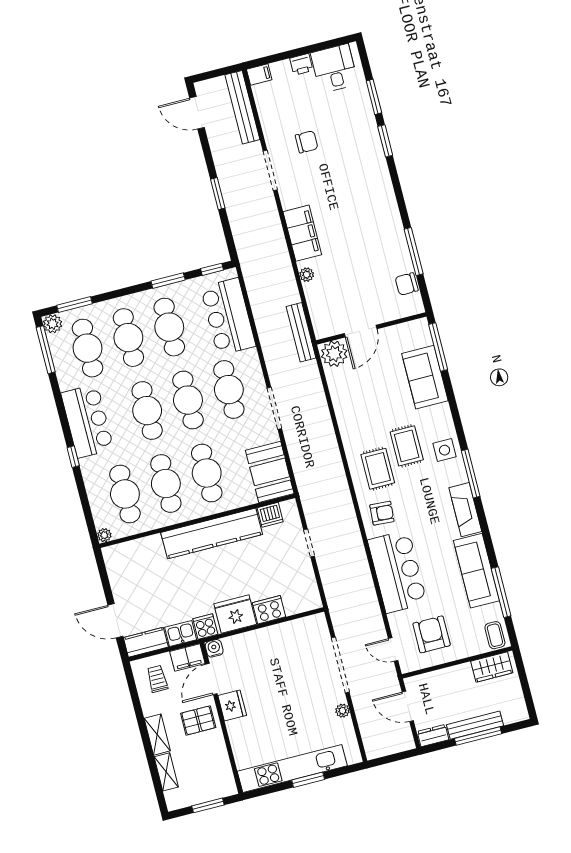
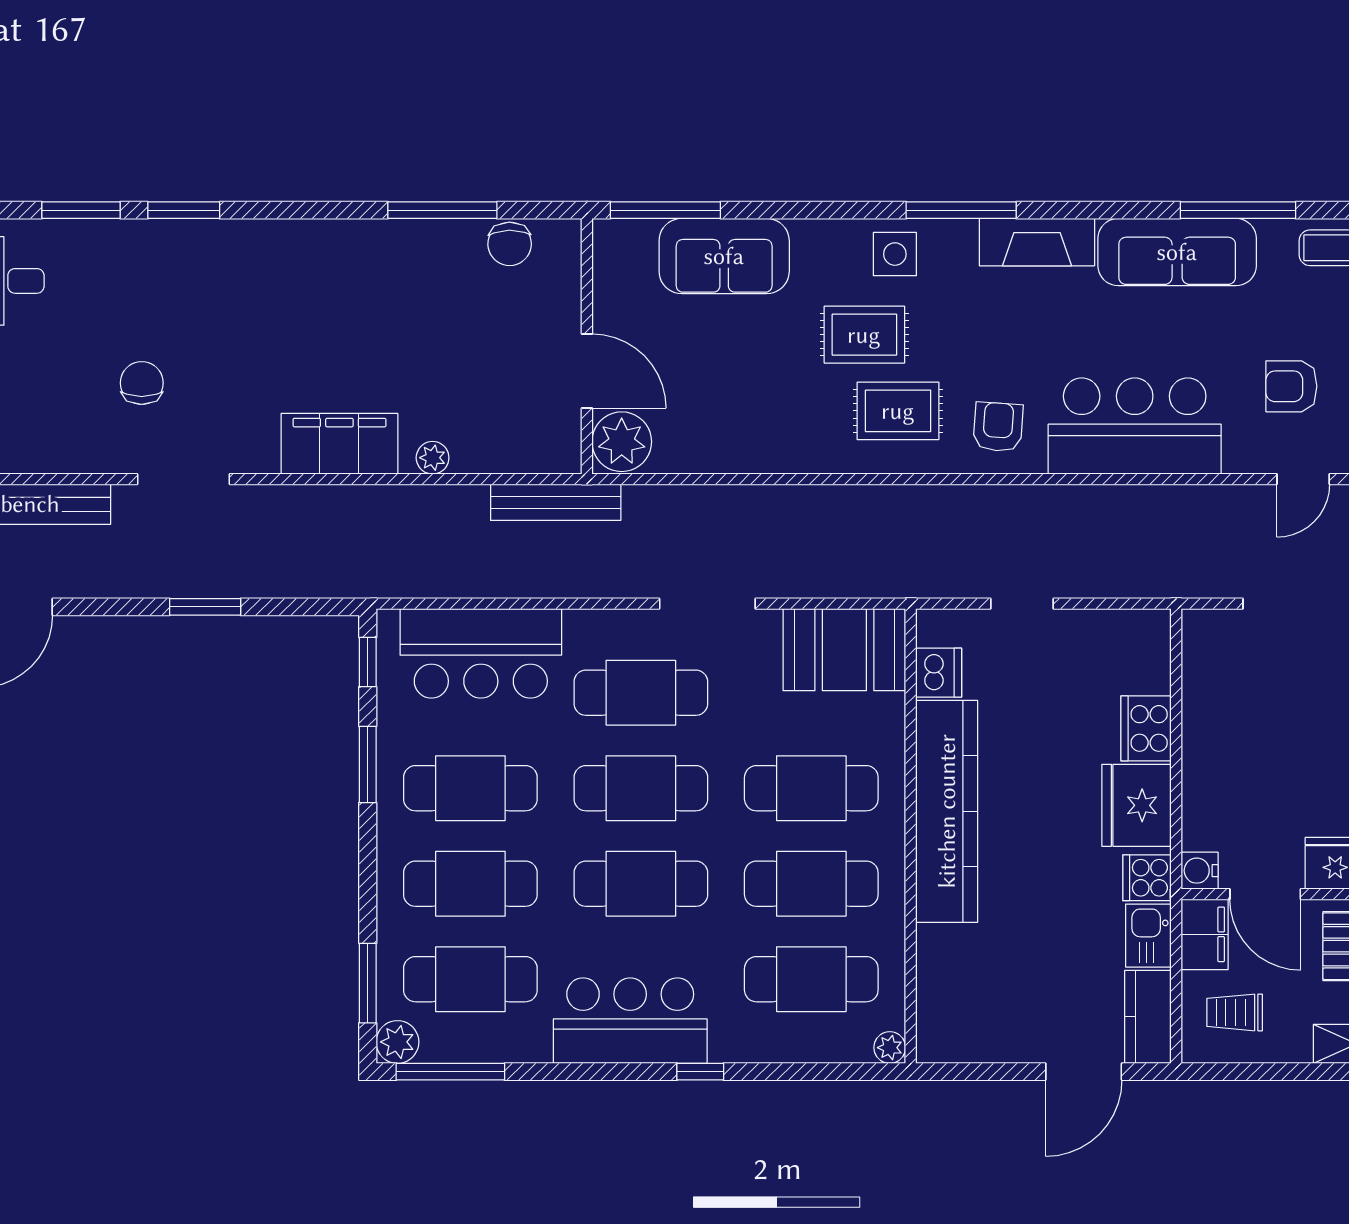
armchair: (432, 634) -> (1291, 386), width x0.72, depth x0.72

